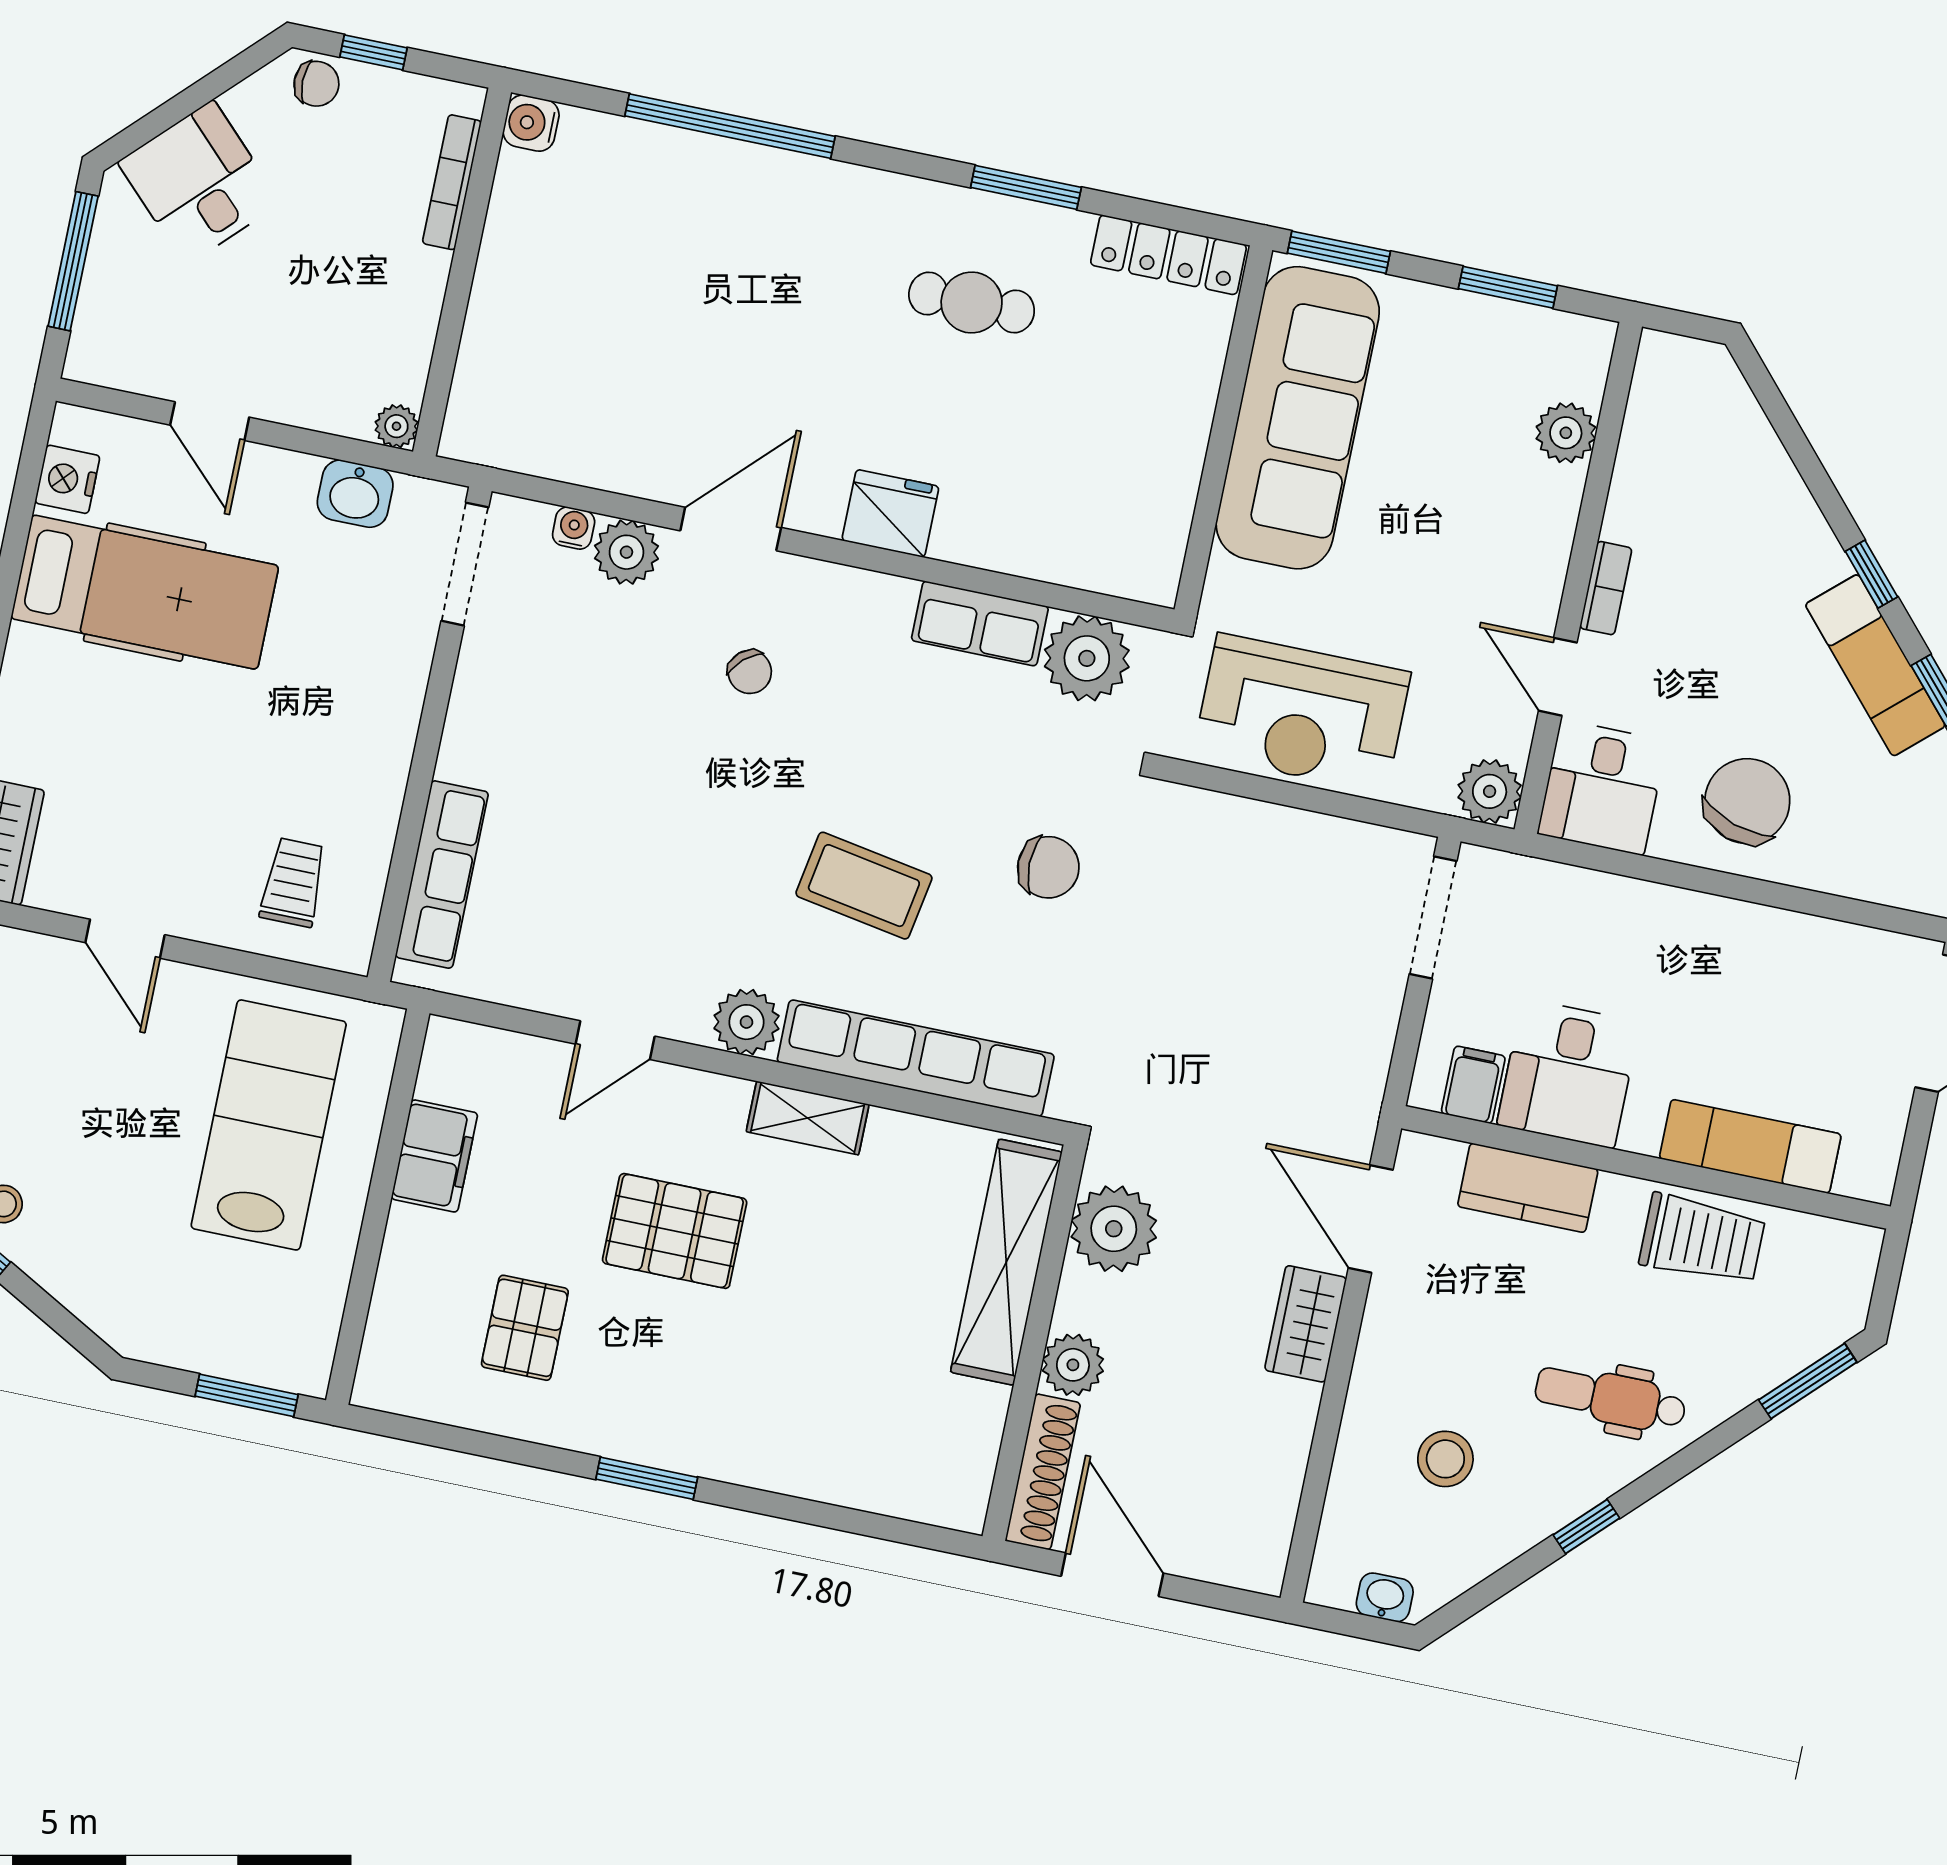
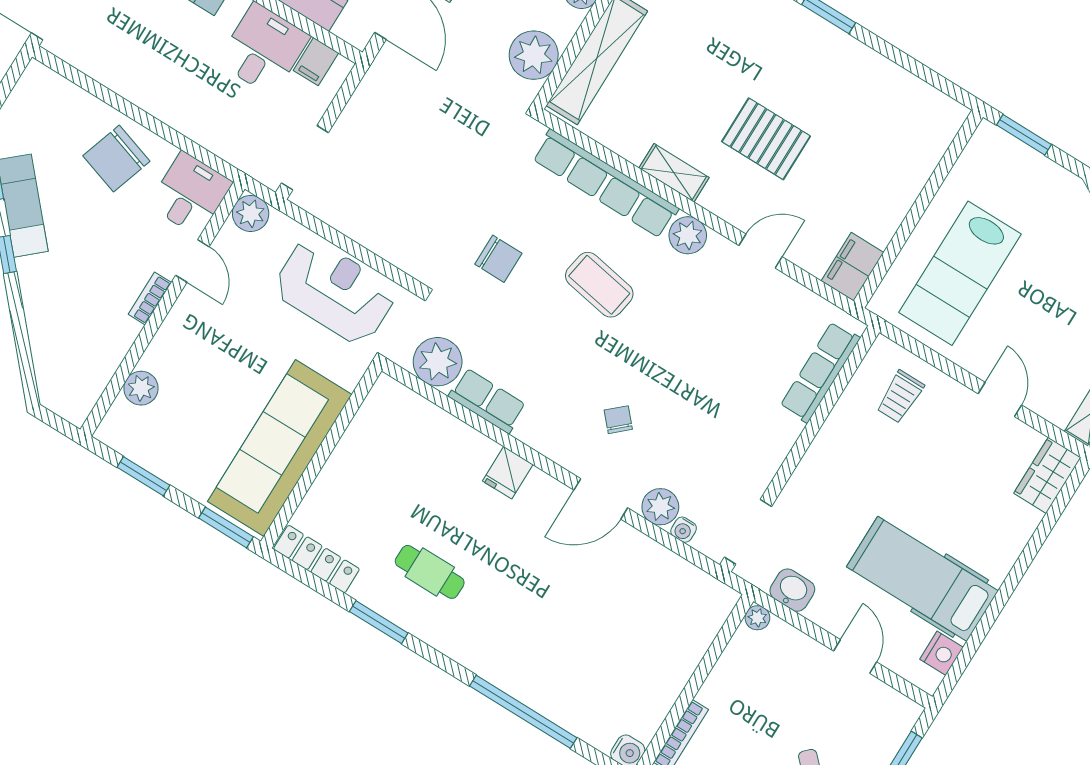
fridge: (890, 513) -> (508, 473), width x0.72
chair: (1048, 867) -> (498, 259), turned 180
filing cabinet: (435, 1156) -> (853, 267), moved
pallet: (525, 1328) -> (864, 117), removed

